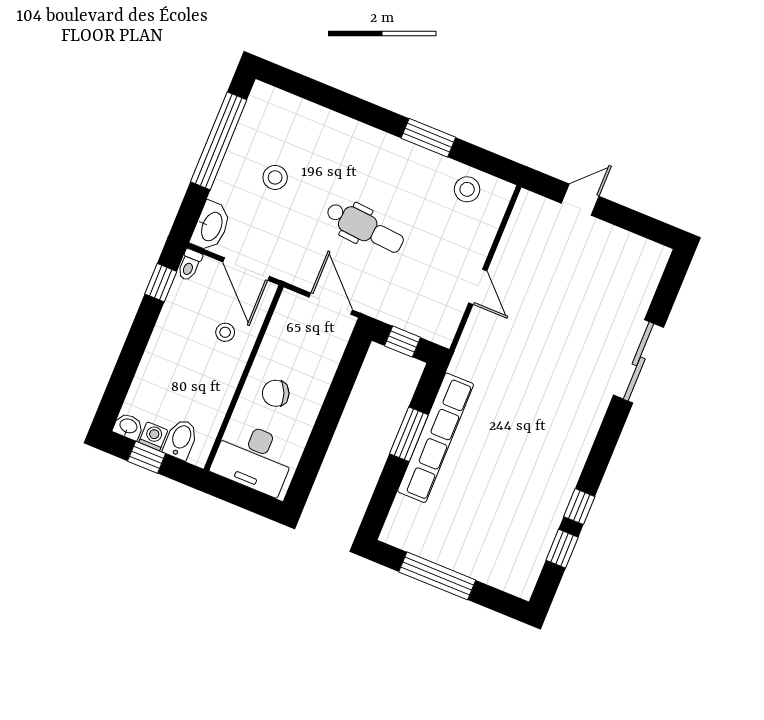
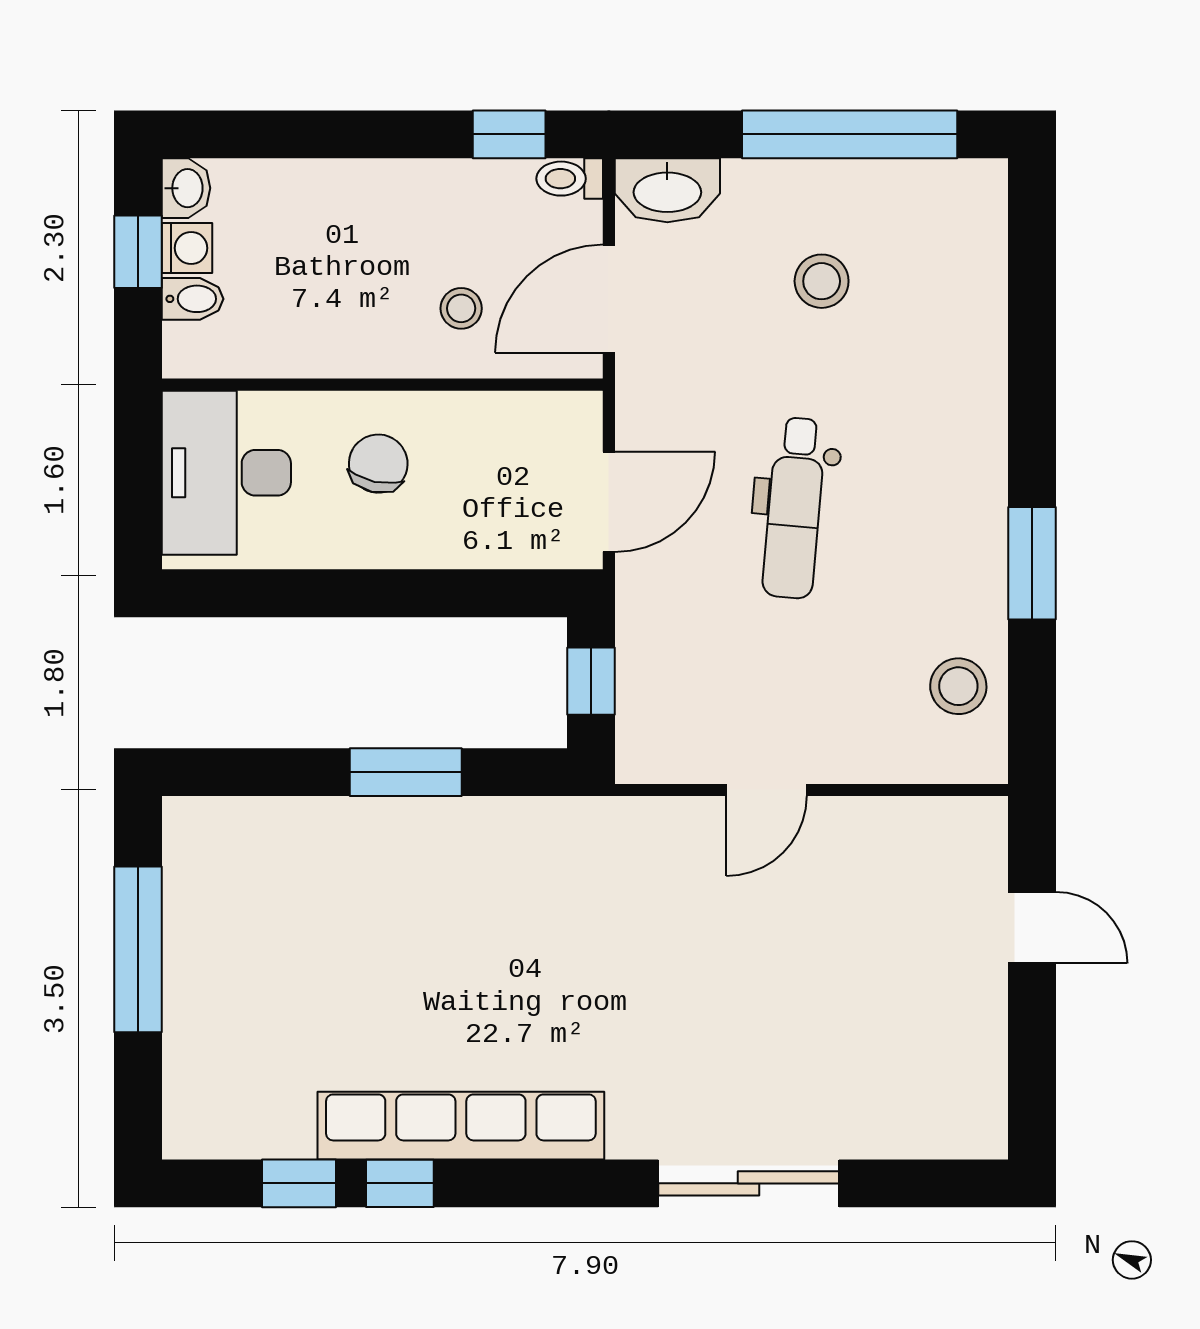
chair: (276, 393) -> (378, 464), turned 33
row of seats: (436, 438) -> (461, 1126), moved, turned 180
bidet: (181, 439) -> (193, 299), width x0.72, depth x0.74

